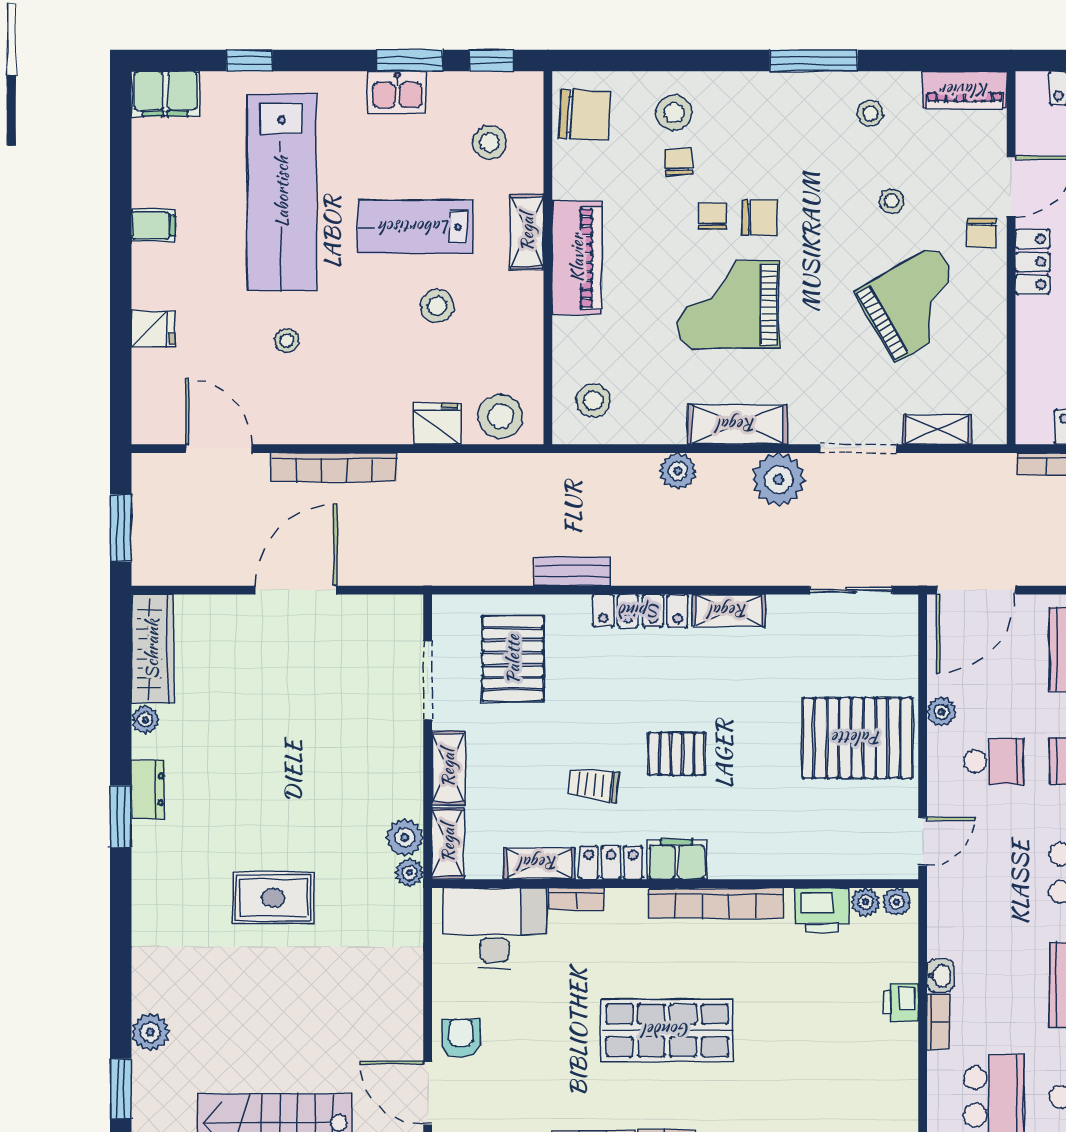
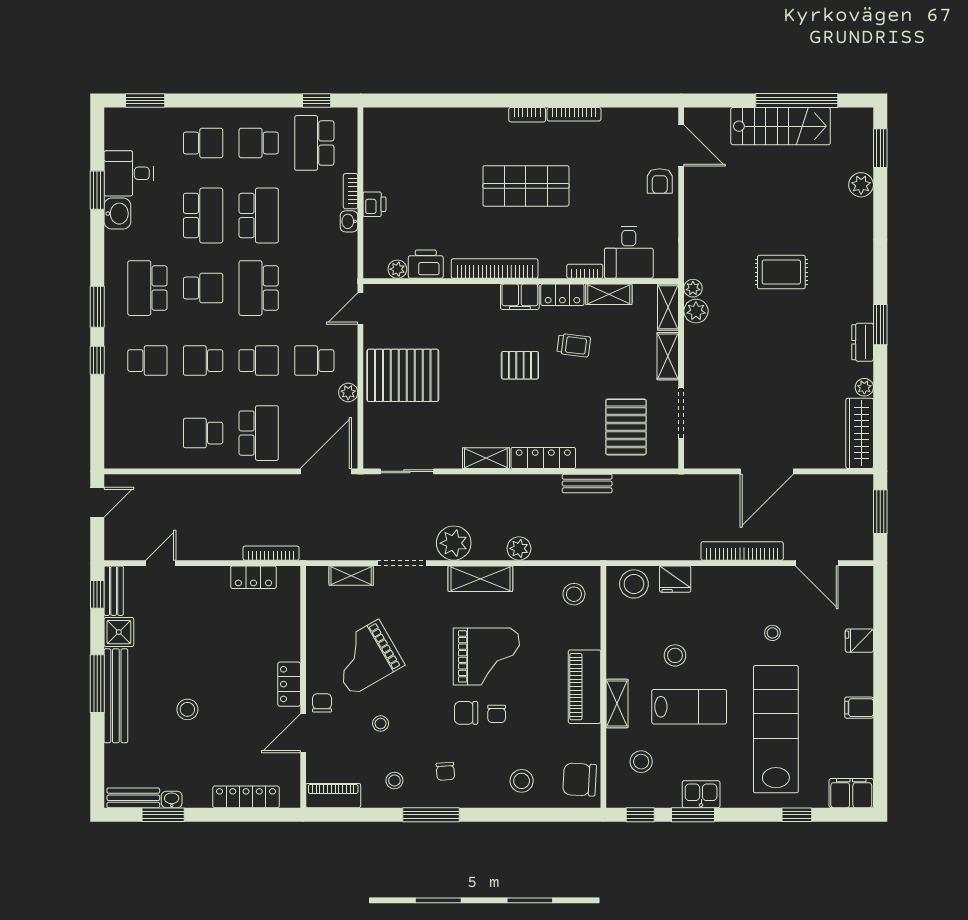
chair: (678, 162) -> (445, 771), moved
plant: (897, 902) -> (377, 269), removed
desk: (495, 928) -> (629, 252), width x0.73

